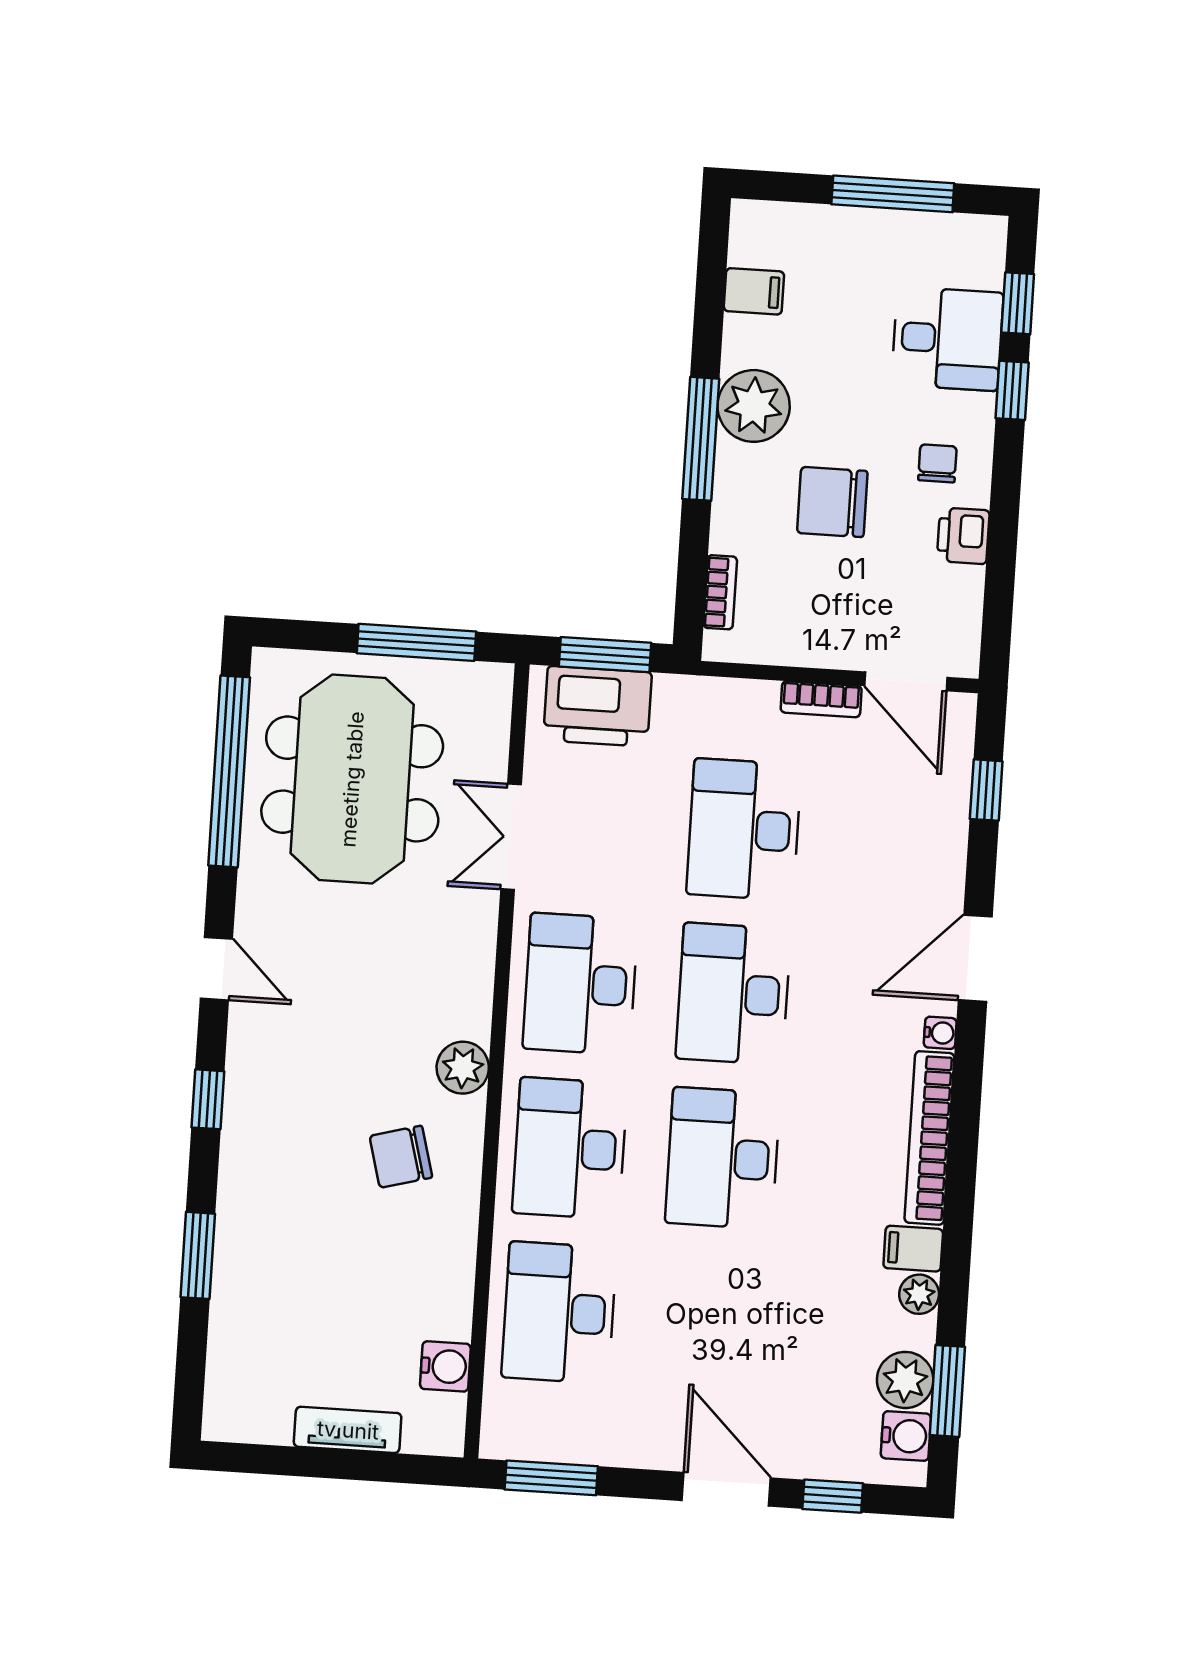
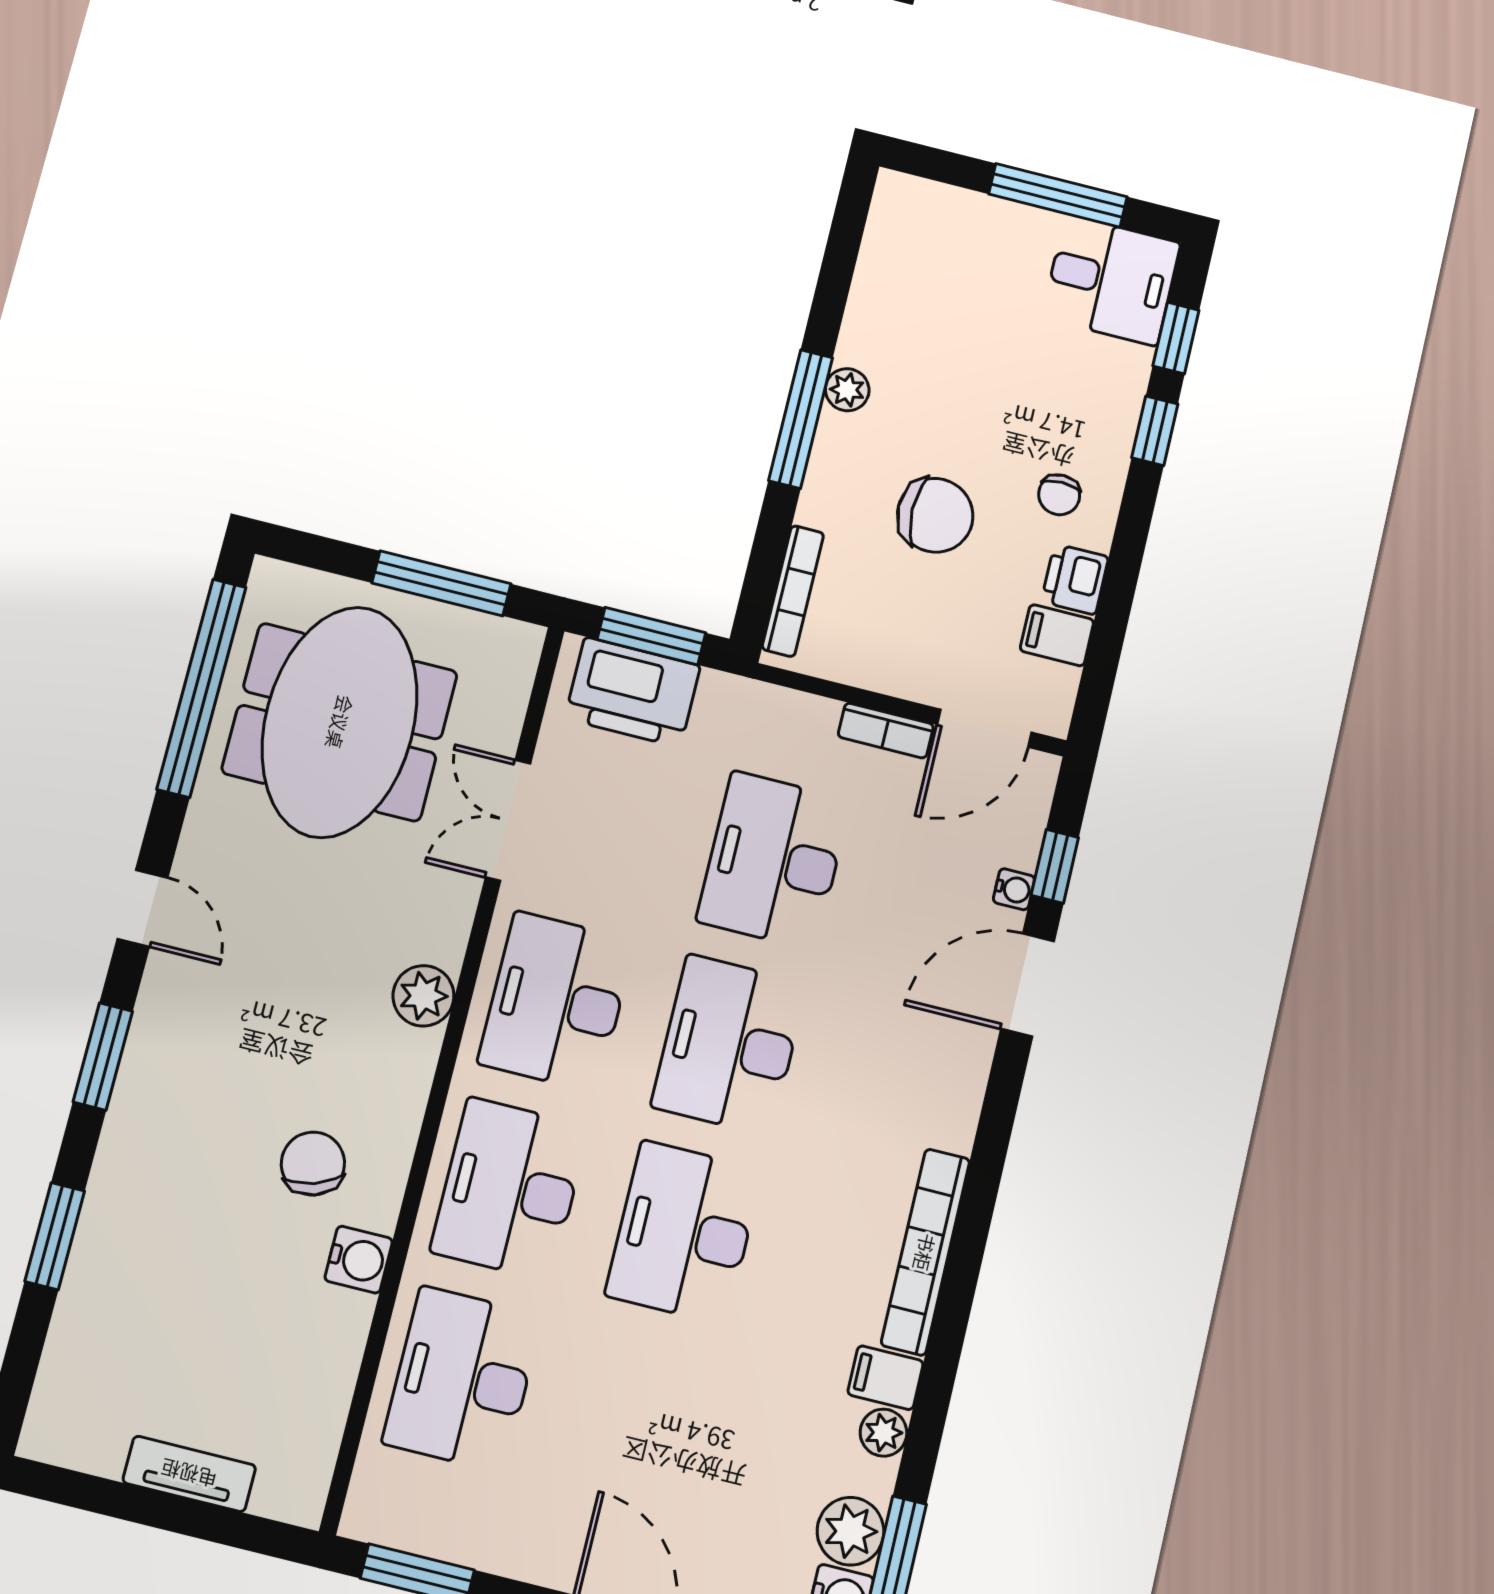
filing cabinet: (754, 291) -> (1057, 635), moved, turned 180
desk: (947, 339) -> (1111, 280), moved
plant: (754, 406) -> (847, 390), width x0.53, depth x0.53
chair: (937, 463) -> (1059, 495), turned 180
chair: (832, 502) -> (935, 515), turned 180
bookcase: (720, 592) -> (793, 591), width x1.56
door: (906, 681) -> (984, 728), hinge flipped
door: (975, 958) -> (1028, 985), moved
water cooler: (940, 1033) -> (1014, 889), moved
plant: (463, 1068) -> (423, 996), moved
window: (208, 1099) -> (103, 1057), width x1.50
chair: (401, 1157) -> (313, 1163), turned 87
water cooler: (445, 1366) -> (359, 1260), moved

